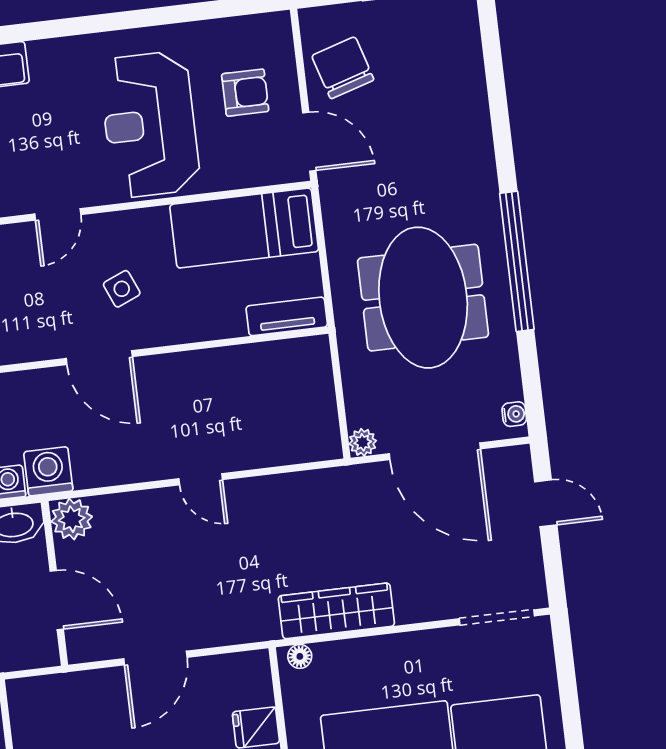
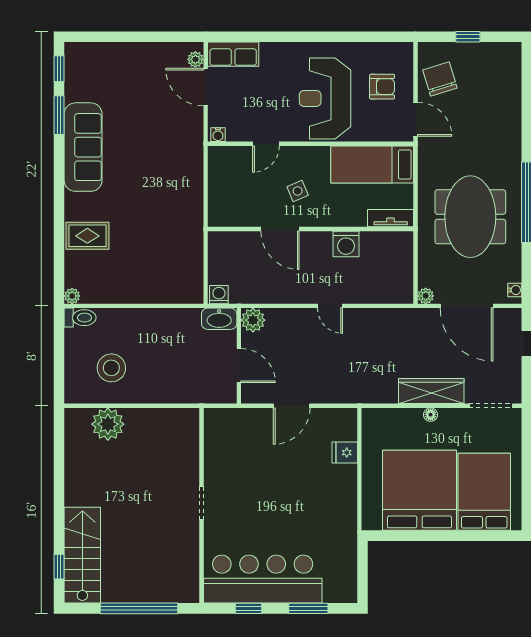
washing machine: (48, 471) -> (346, 244), moved, turned 180
wardrobe: (336, 611) -> (431, 391), moved
floor lamp: (300, 656) -> (431, 415), moved

